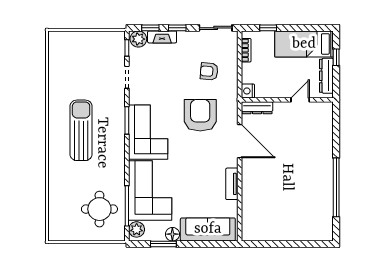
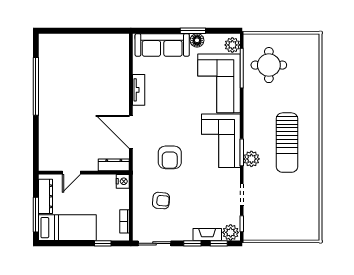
window: (336, 57) -> (36, 215), width x2.17
plant: (117, 114) -> (251, 159), added
armchair: (200, 115) -> (170, 157), width x0.73, depth x0.73
window: (163, 244) -> (193, 31), moved

